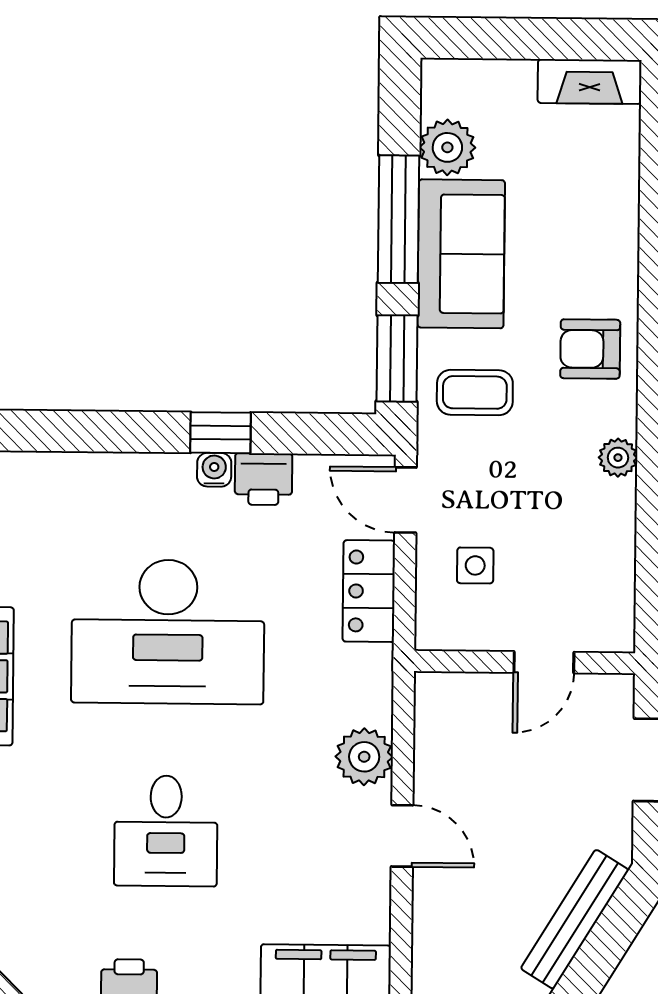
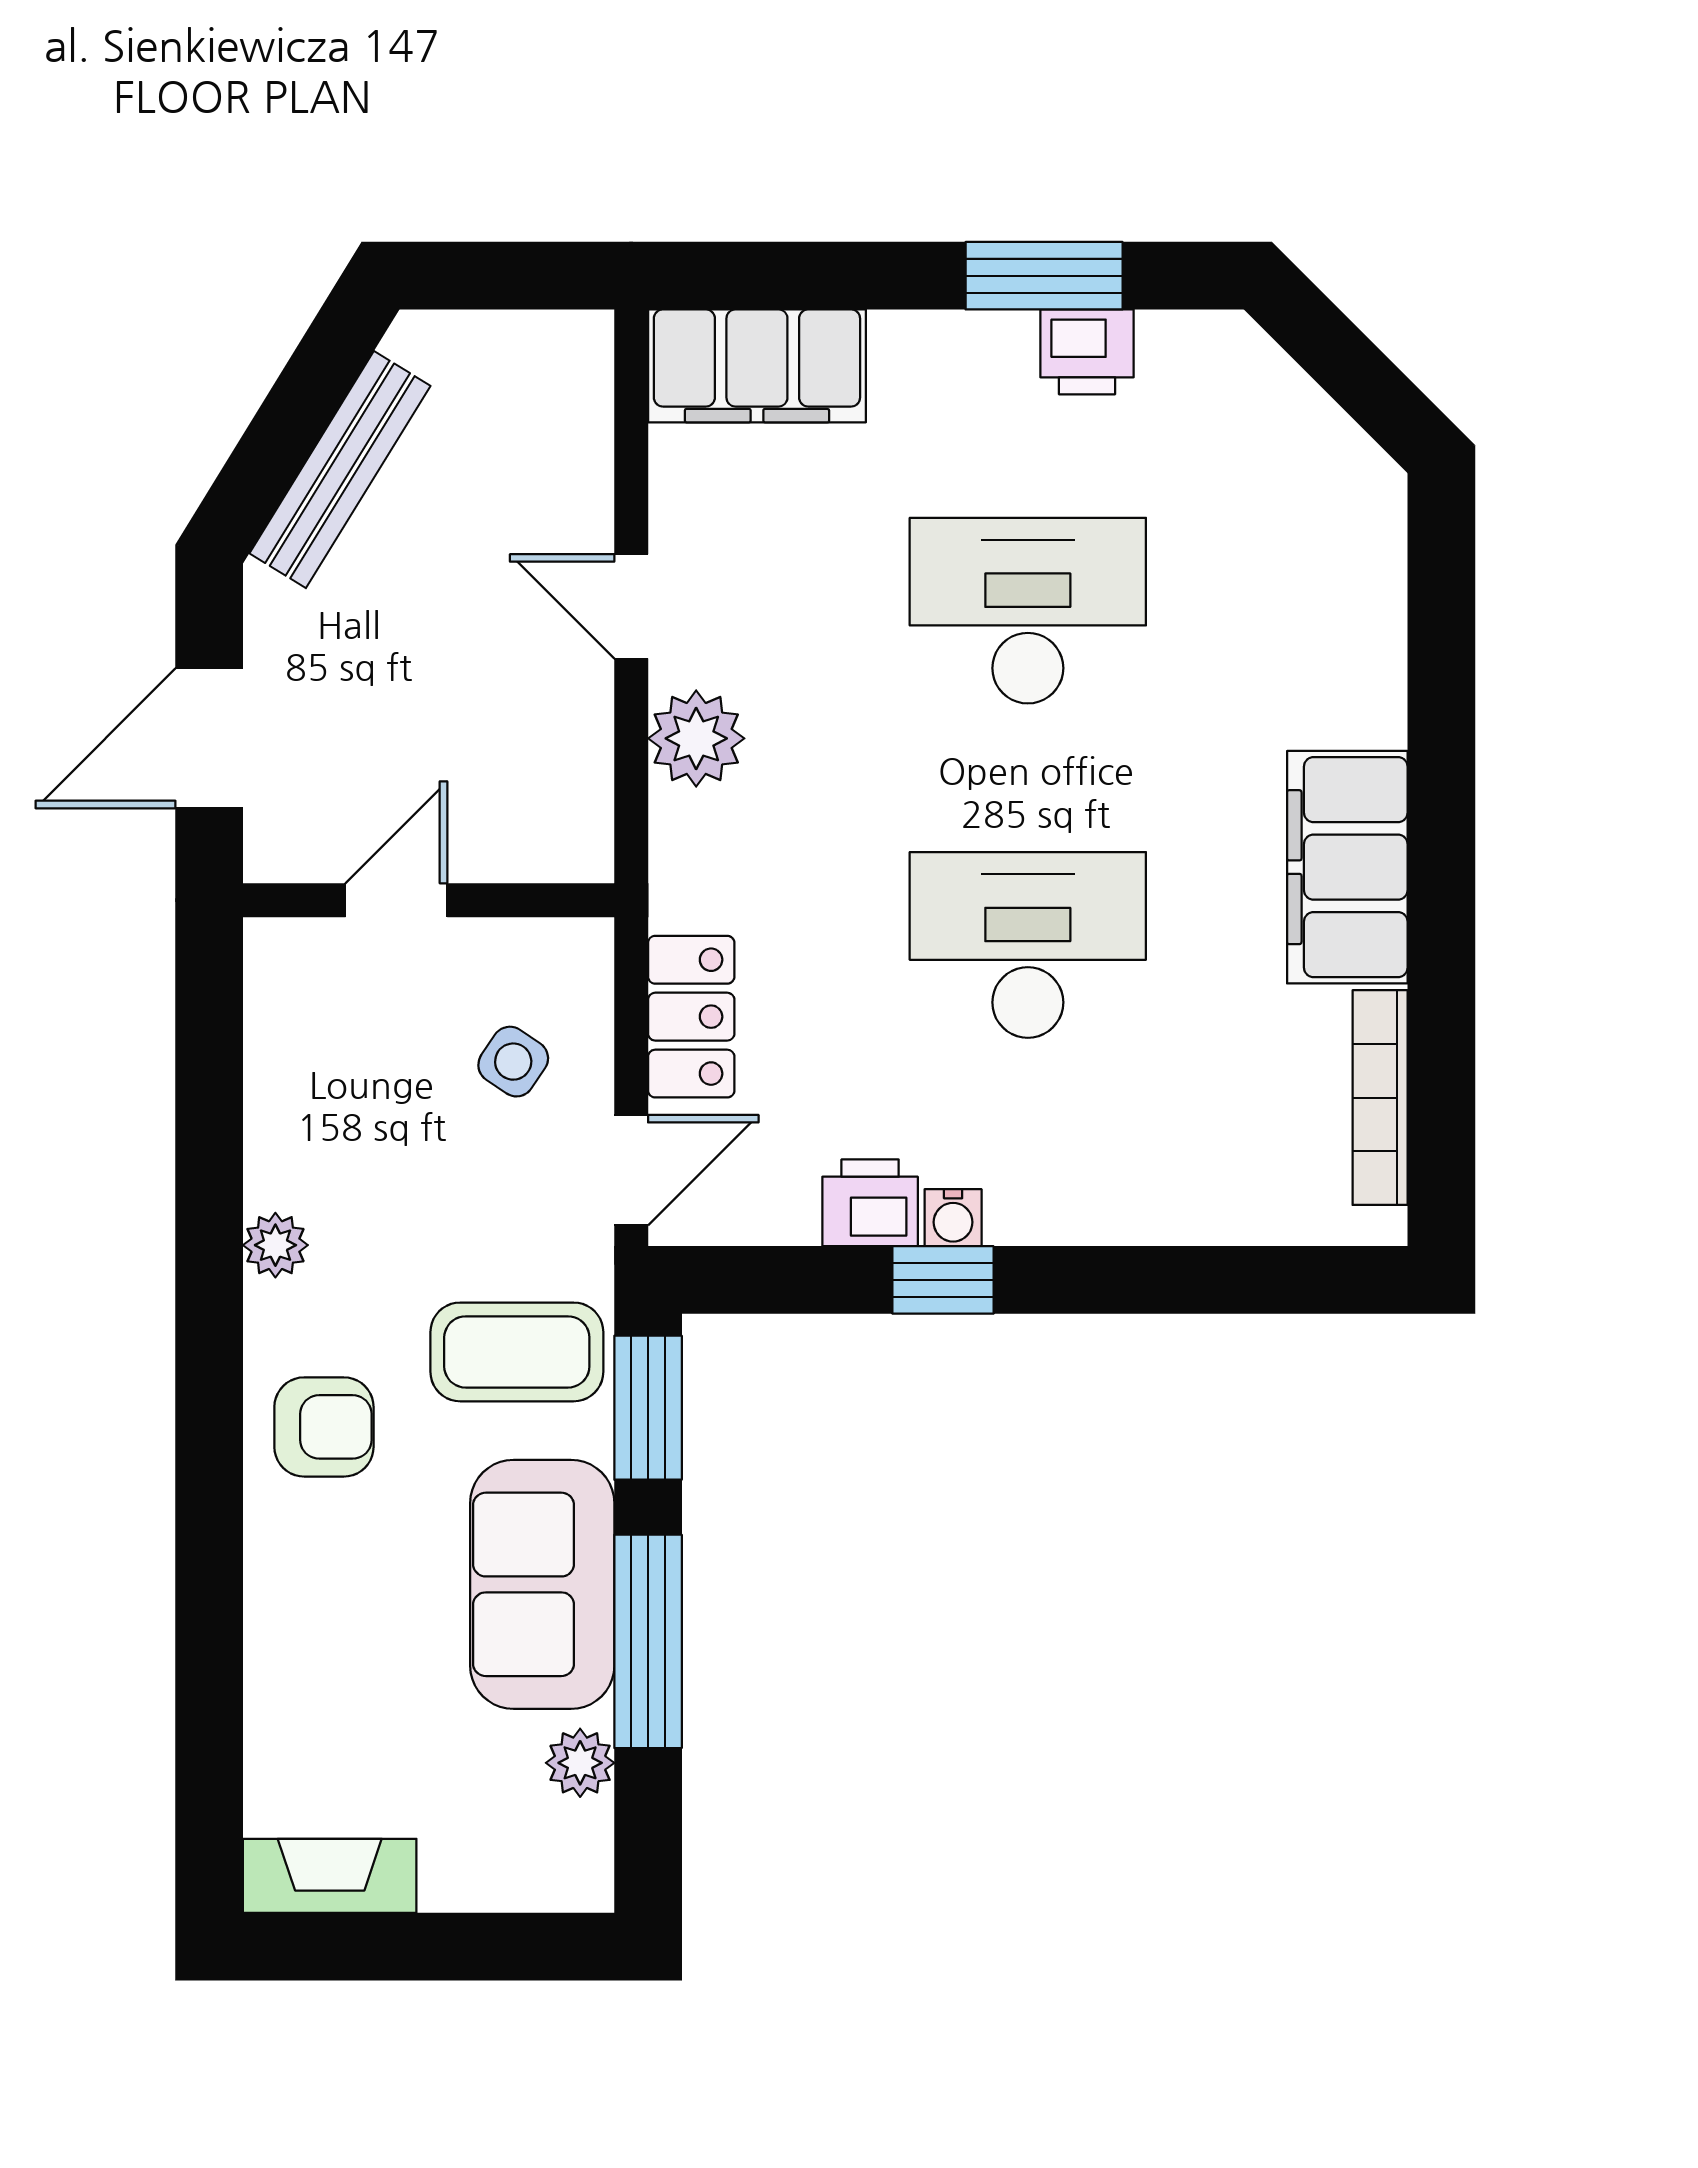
plant: (447, 147) -> (580, 1763), width x0.73, depth x0.73
coffee table: (475, 392) -> (517, 1352), width x1.36, depth x1.30
door: (406, 500) -> (631, 1170), hinge flipped
side table: (475, 565) -> (513, 1062), turned 34
desk: (168, 632) -> (1028, 945), width x0.73, depth x0.77
desk: (166, 831) -> (1028, 611), width x1.37

